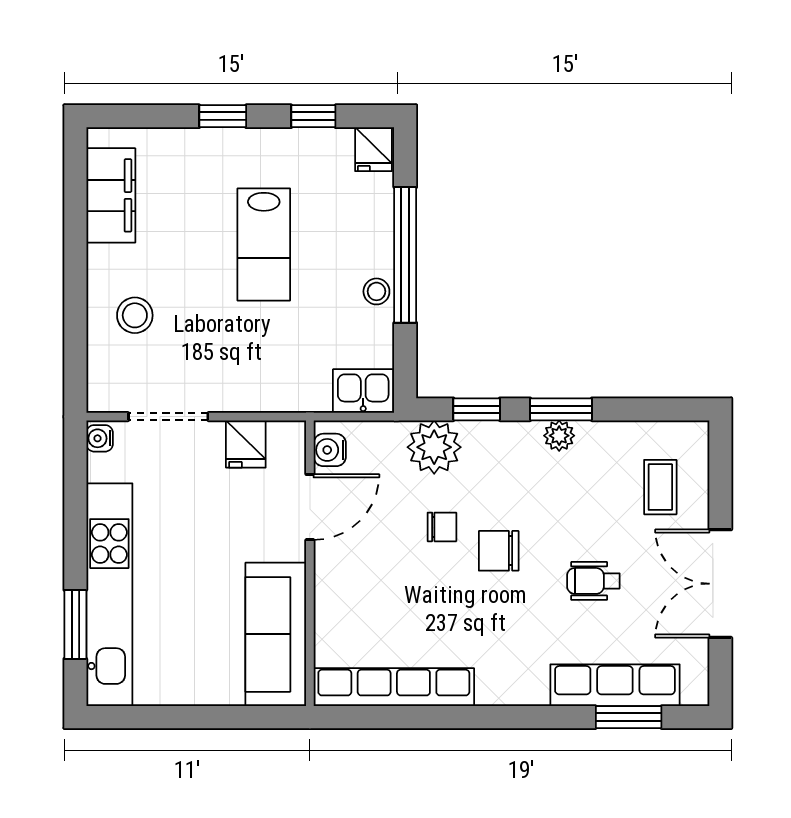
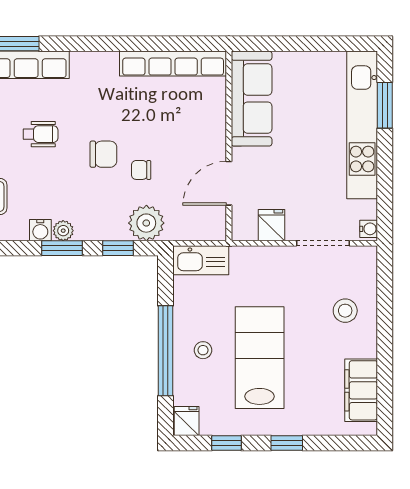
lab bench: (264, 244) -> (260, 358), width x1.36, depth x1.39
stool: (376, 291) -> (203, 350), moved
kitchen sink: (363, 391) -> (201, 260), width x1.38
water cooler: (330, 450) -> (40, 230), moved, turned 90

